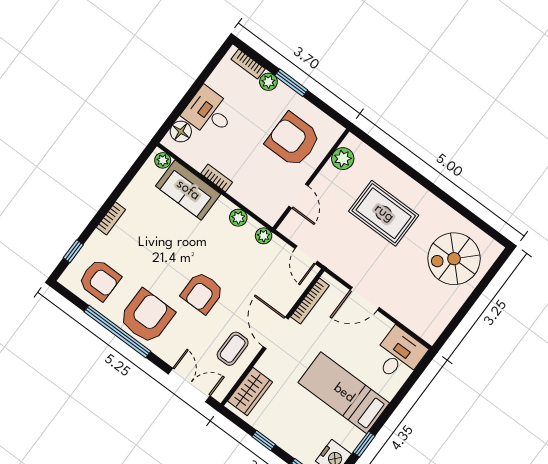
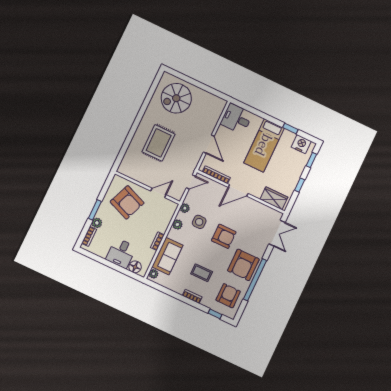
armchair: (293, 140) -> (127, 202), turned -68
plant: (343, 159) -> (132, 172), removed
side table: (235, 256) -> (199, 222), added
spiral stairs: (454, 259) -> (176, 98), turned 90
armchair: (147, 316) -> (243, 265), turned -90
coffee table: (233, 349) -> (202, 273), moved
double door: (189, 385) -> (277, 233), swing flipped

